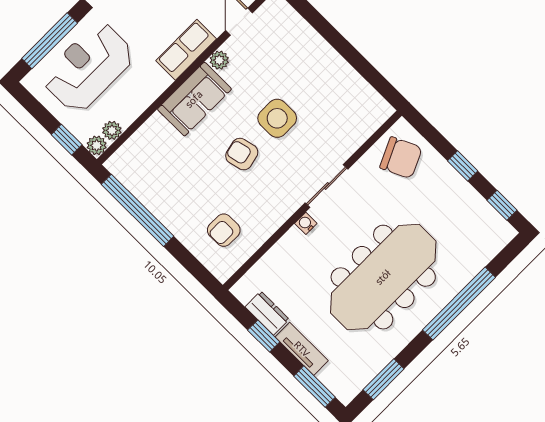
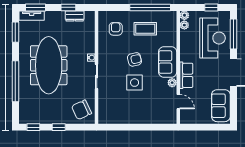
window: (67, 140) -> (211, 7), moved
coffee table: (178, 185) -> (145, 29), added
tv unit: (302, 349) -> (32, 16), moved

